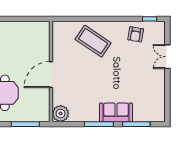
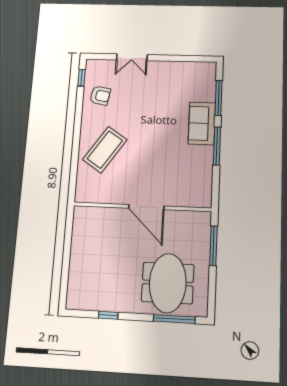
plant: (61, 113) -> (200, 196), removed

